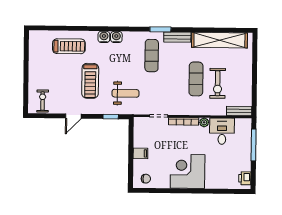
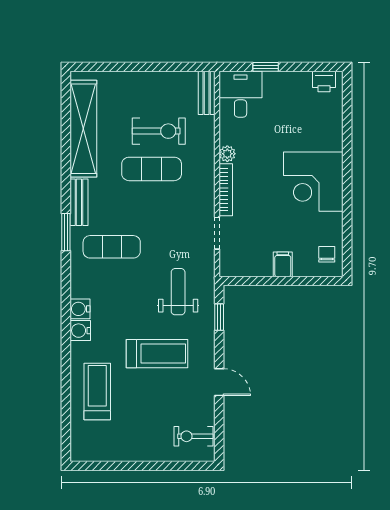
desk: (222, 131) -> (241, 94), moved, turned 90
window: (254, 145) -> (266, 67), width x0.46

